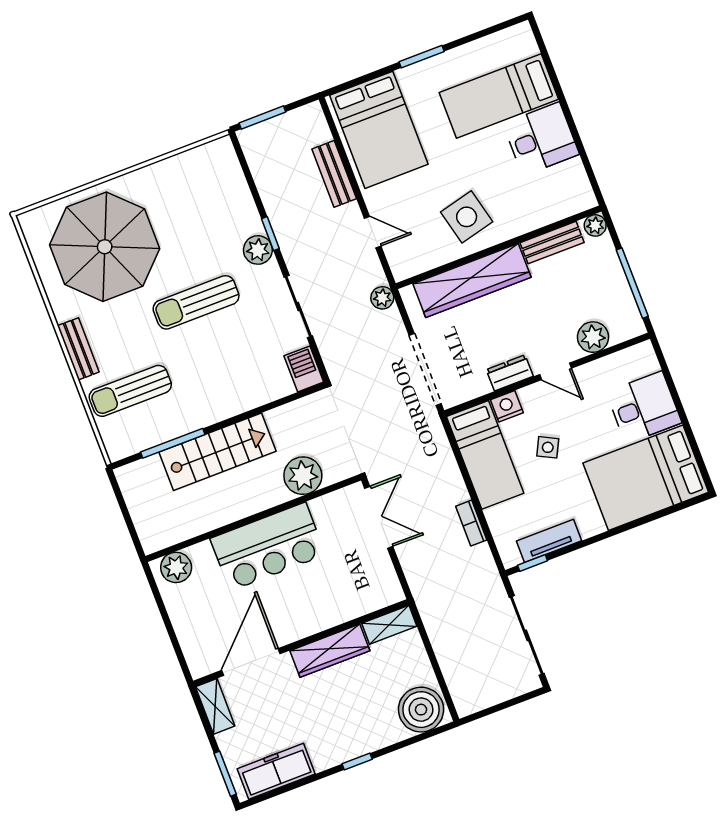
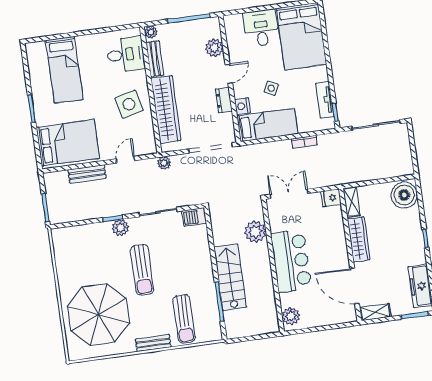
desk: (541, 139) -> (126, 54), moved, turned 90
fridge: (388, 589) -> (331, 198), added

